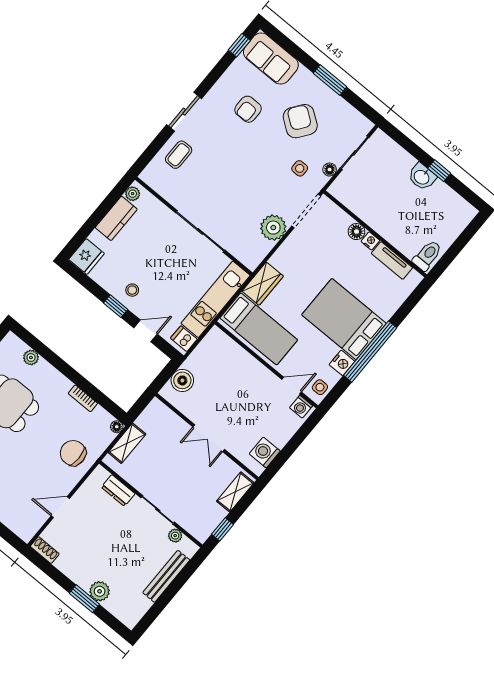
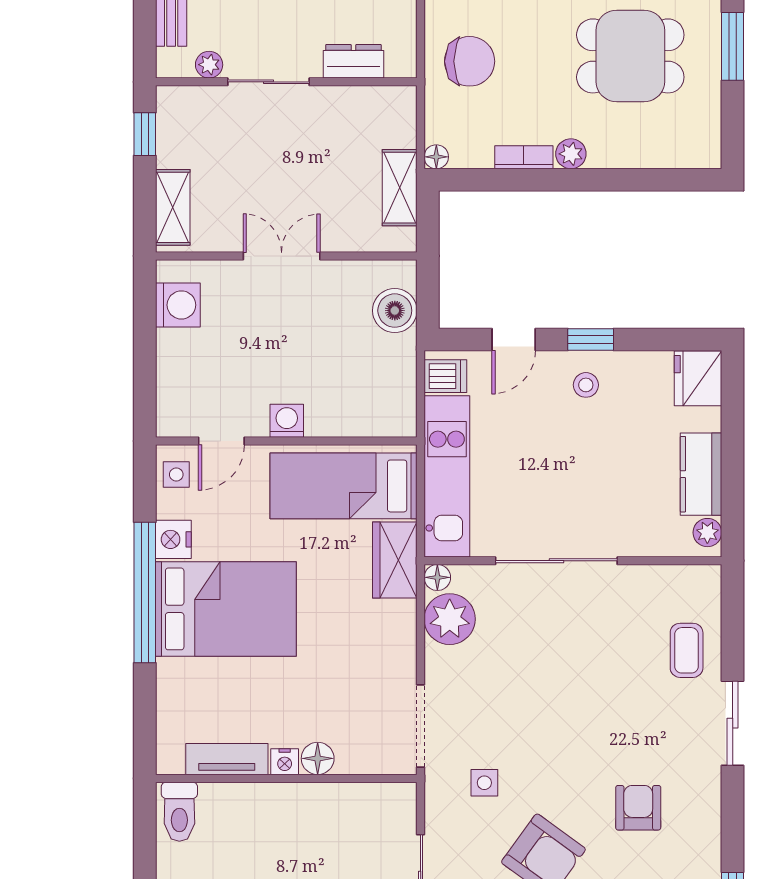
floor lamp: (330, 170) -> (437, 577), moved
plant: (273, 228) -> (450, 619), moved
plant: (31, 357) -> (571, 154), moved
washing machine: (301, 407) -> (287, 421), moved
shelving: (127, 443) -> (400, 188), moved

